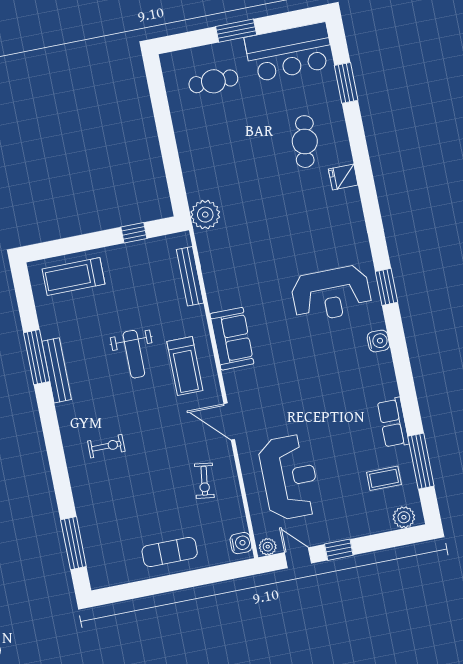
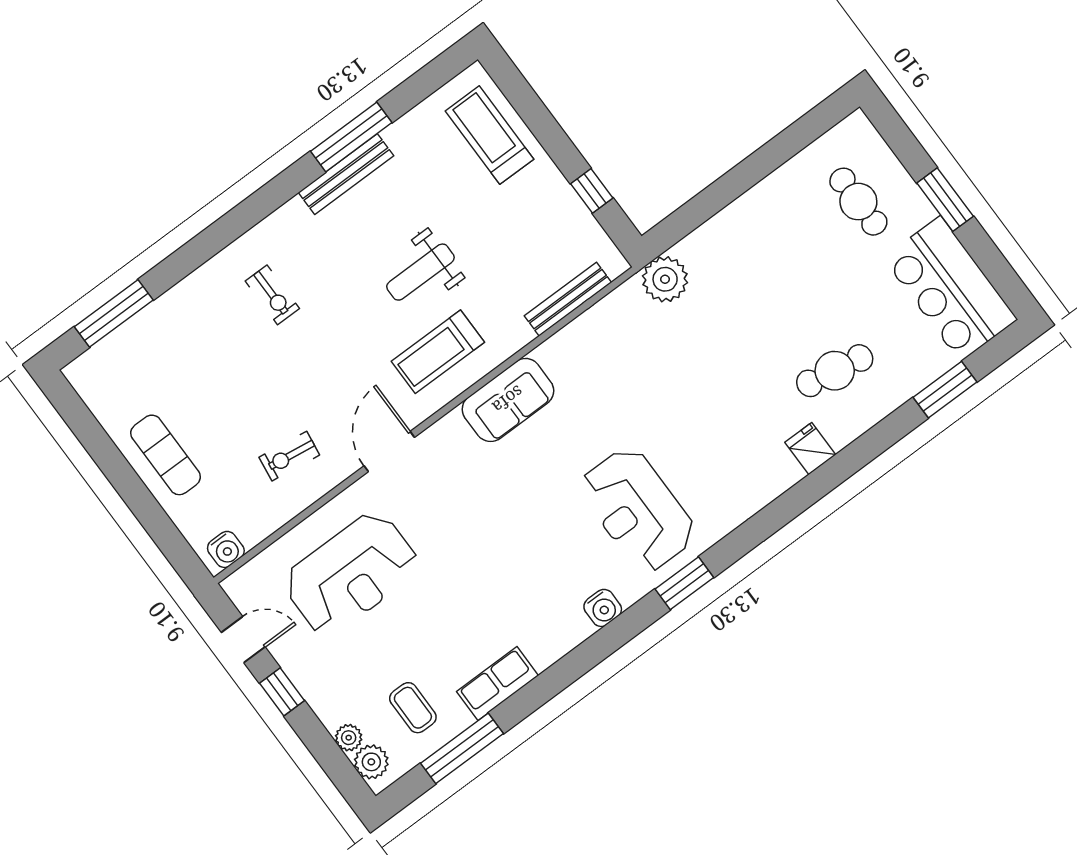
plant: (268, 547) -> (349, 738), moved
door: (298, 558) -> (243, 640), hinge flipped

